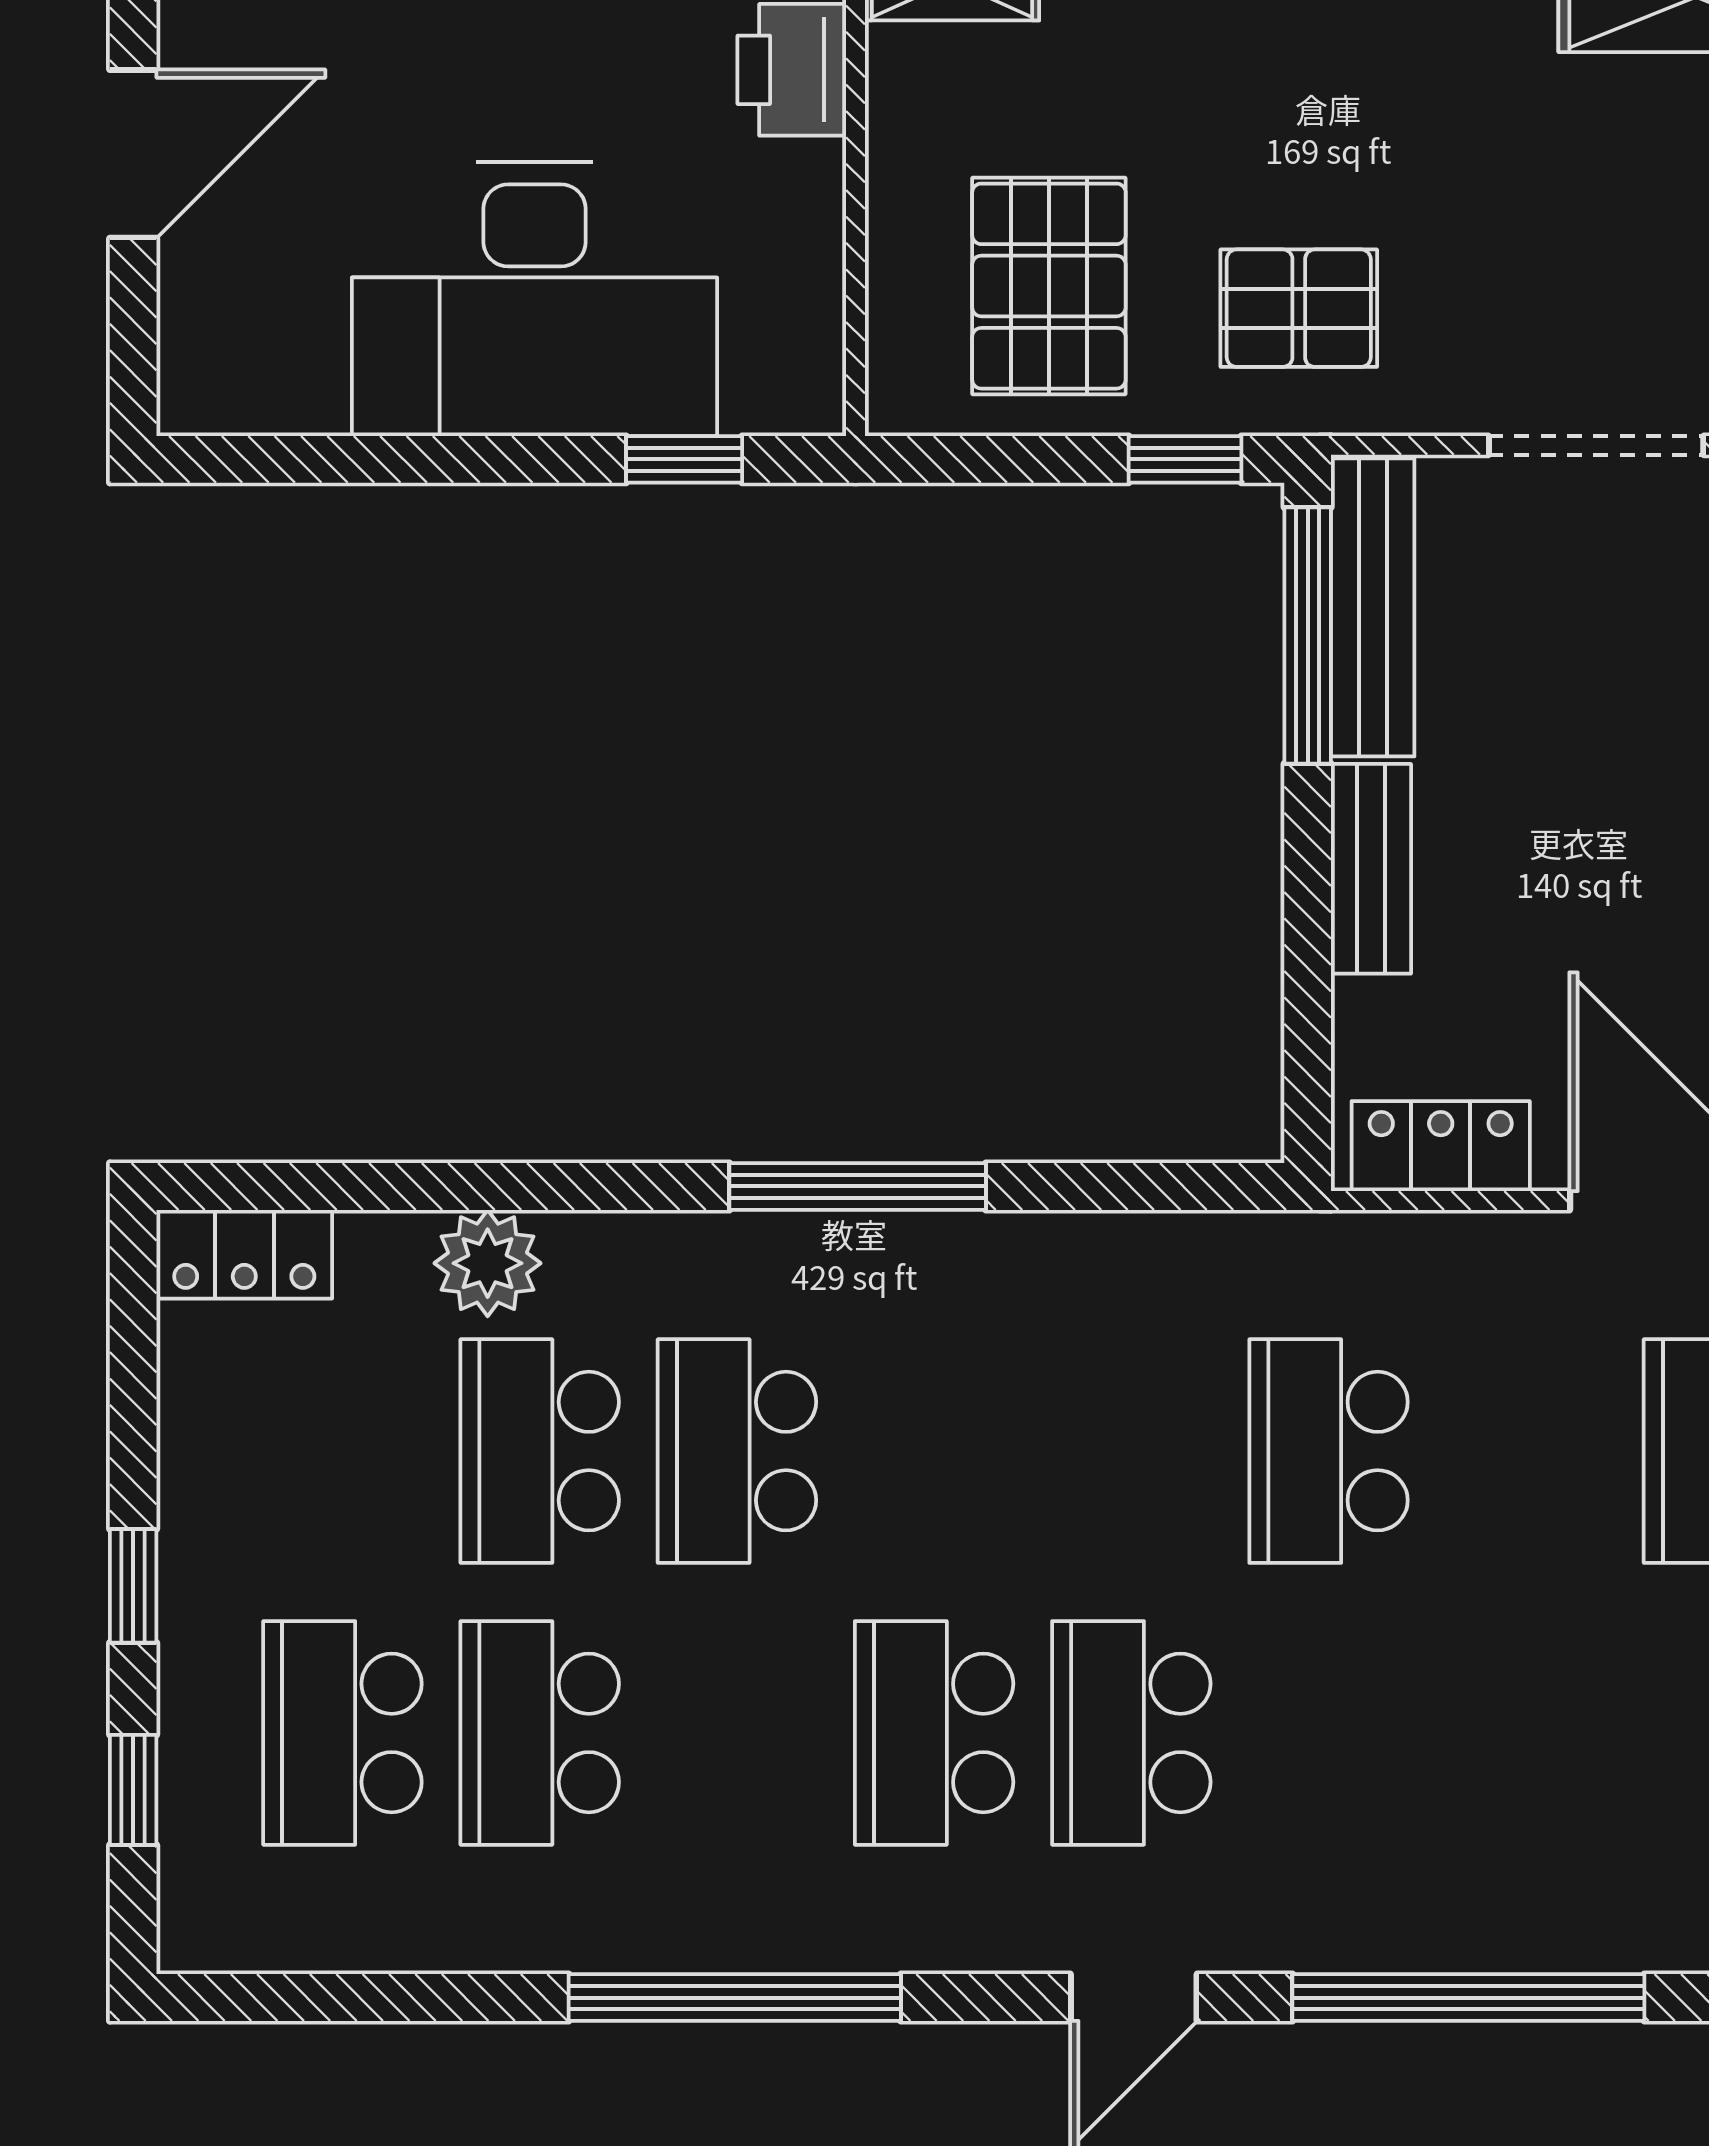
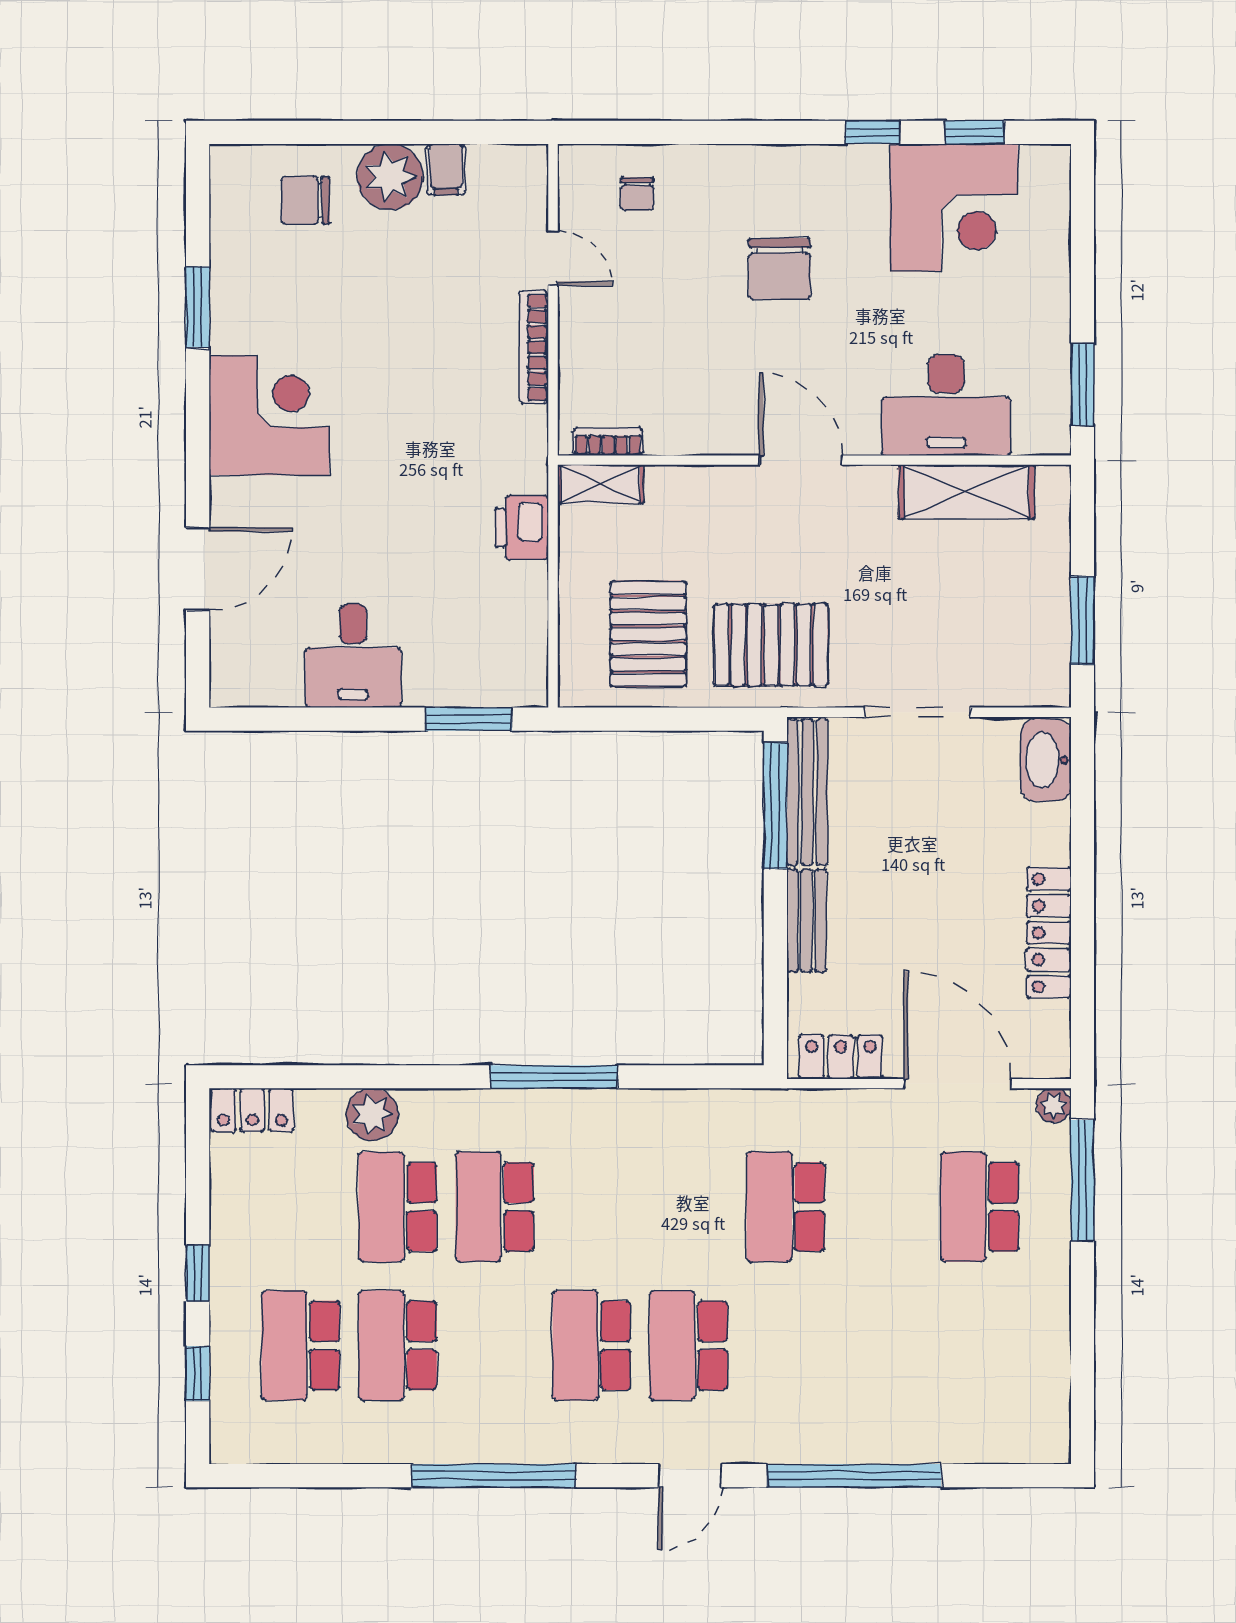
desk: (535, 299) -> (353, 656), width x0.53, depth x0.77
pallet: (1299, 308) -> (771, 645), width x1.50, depth x1.42
window: (684, 459) -> (469, 719), width x1.50
window: (1185, 459) -> (715, 719), removed

